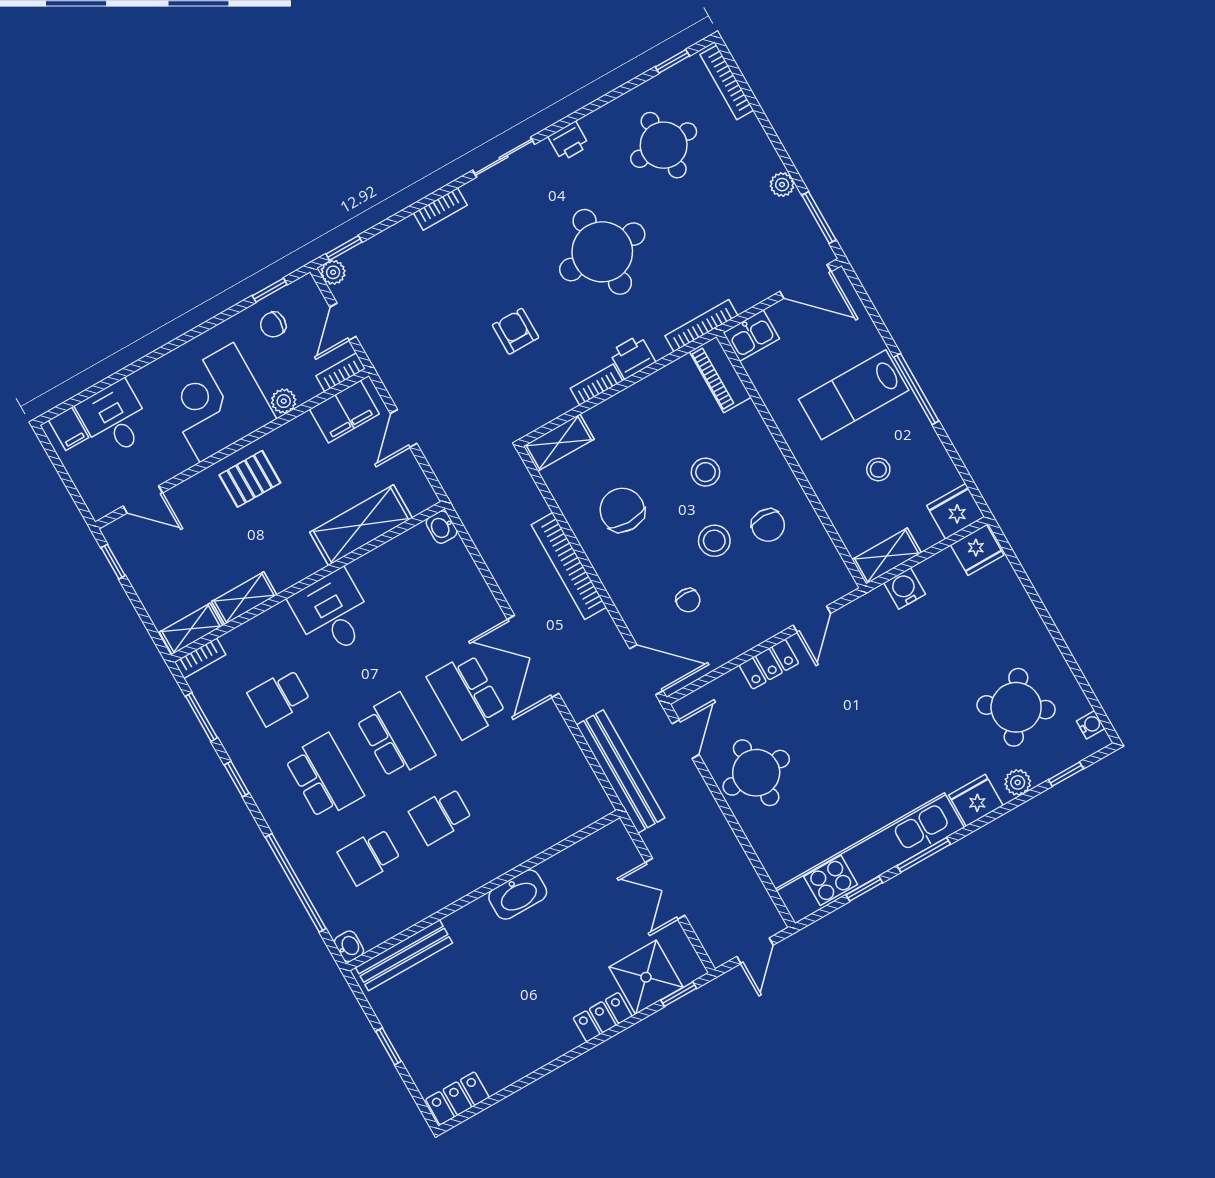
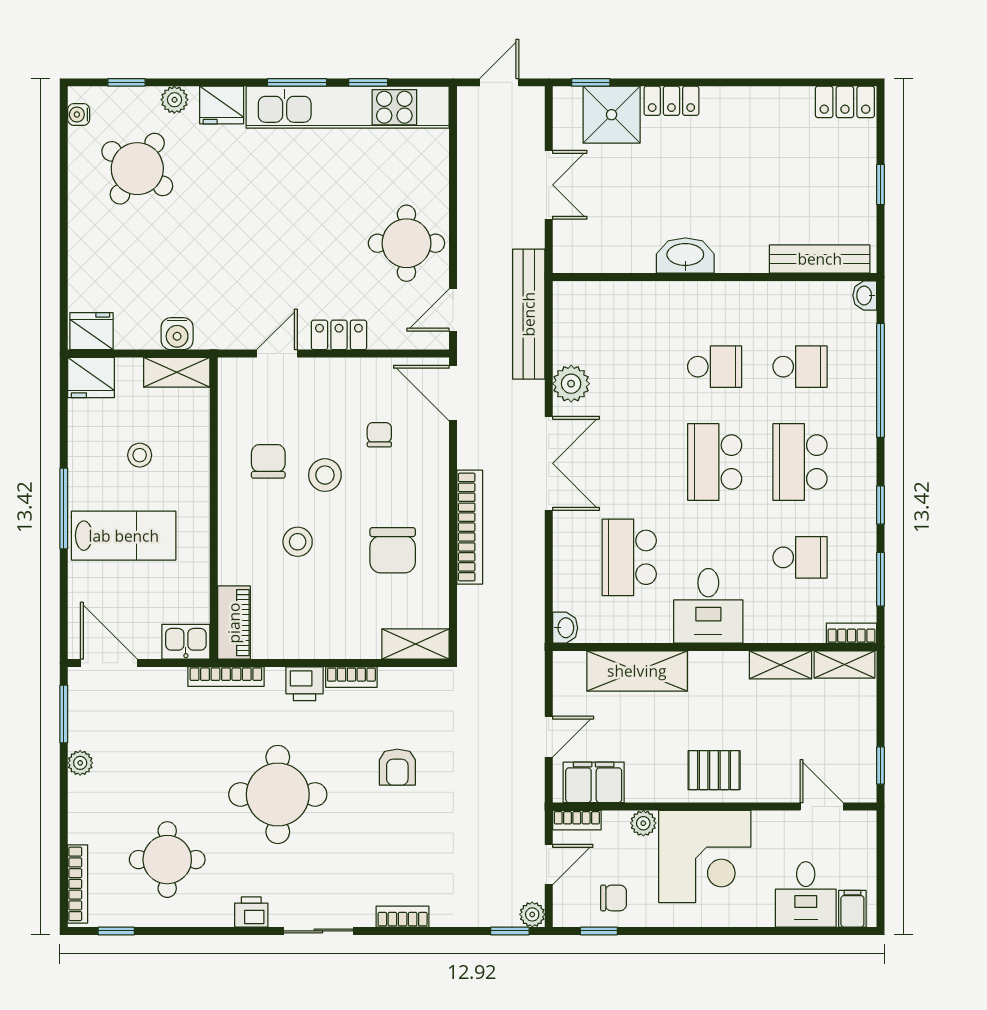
school desk: (467, 696) -> (629, 557), moved, turned 180
plant: (552, 734) -> (571, 384), added

